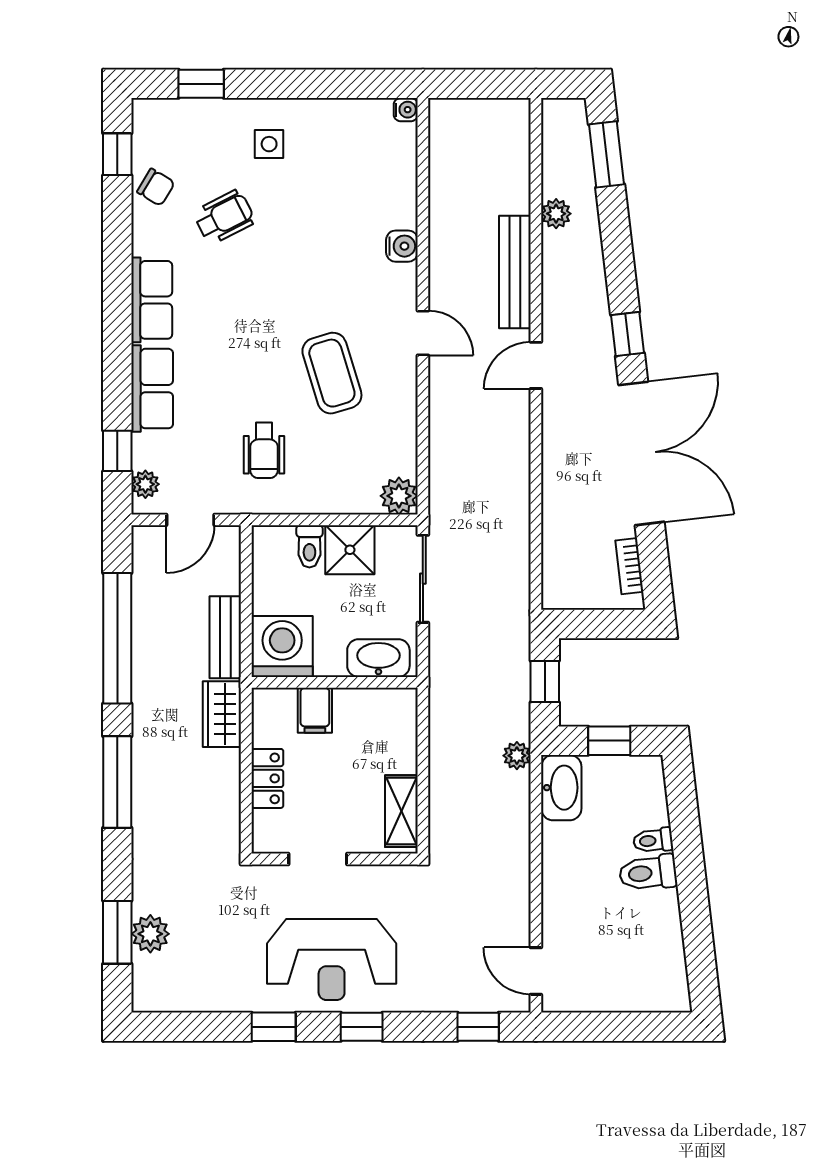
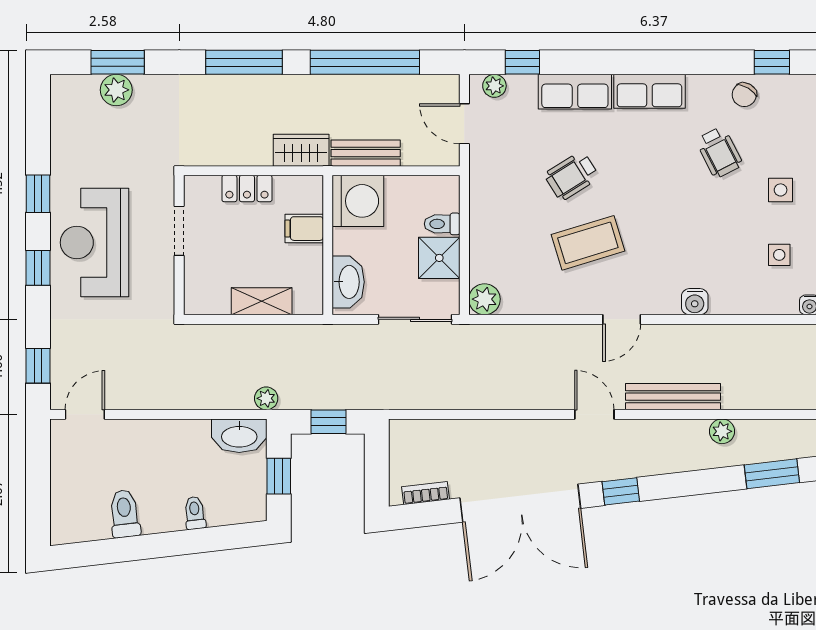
side table: (346, 146) -> (779, 255), added
wheelchair: (264, 450) -> (572, 176), moved, turned -32
shelving: (401, 811) -> (262, 301), moved
toilet: (648, 873) -> (125, 514), moved

